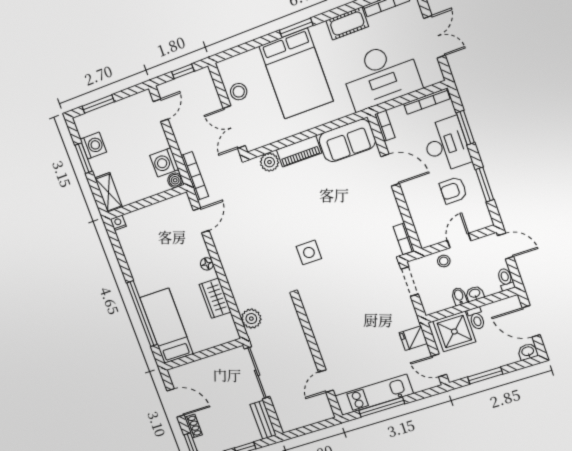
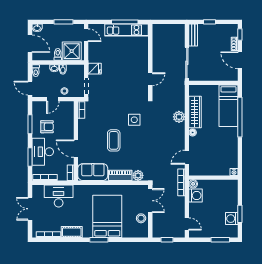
desk: (381, 75) -> (59, 196), width x0.73, depth x0.77
door: (161, 110) -> (187, 224), swing flipped
shelving: (109, 192) -> (233, 190), removed
coffee table: (331, 206) -> (114, 140), added
wardrobe: (215, 298) -> (195, 112), width x1.50
plant: (251, 319) -> (179, 117), moved
fridge: (413, 338) -> (95, 69), moved
door: (326, 381) -> (150, 79), moved

